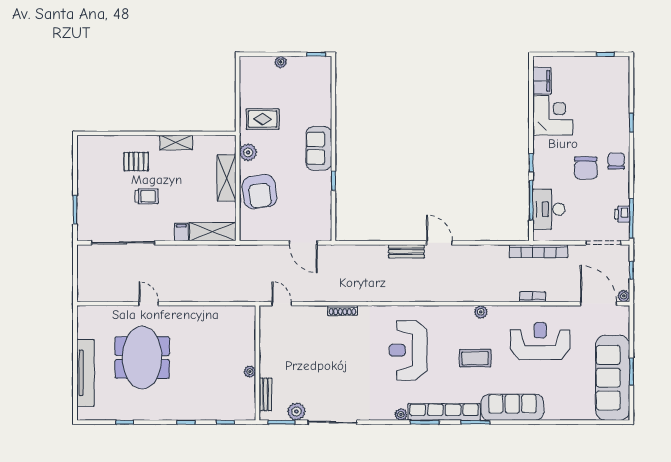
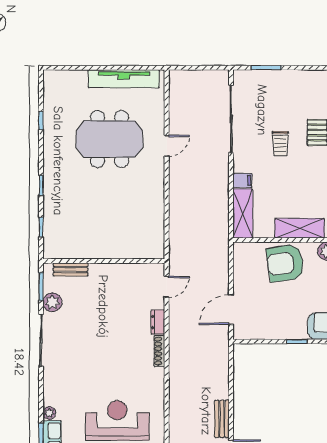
dresser: (315, 312) -> (158, 322), added
plant: (250, 372) -> (95, 253), removed
tv unit: (85, 373) -> (124, 79), moved

